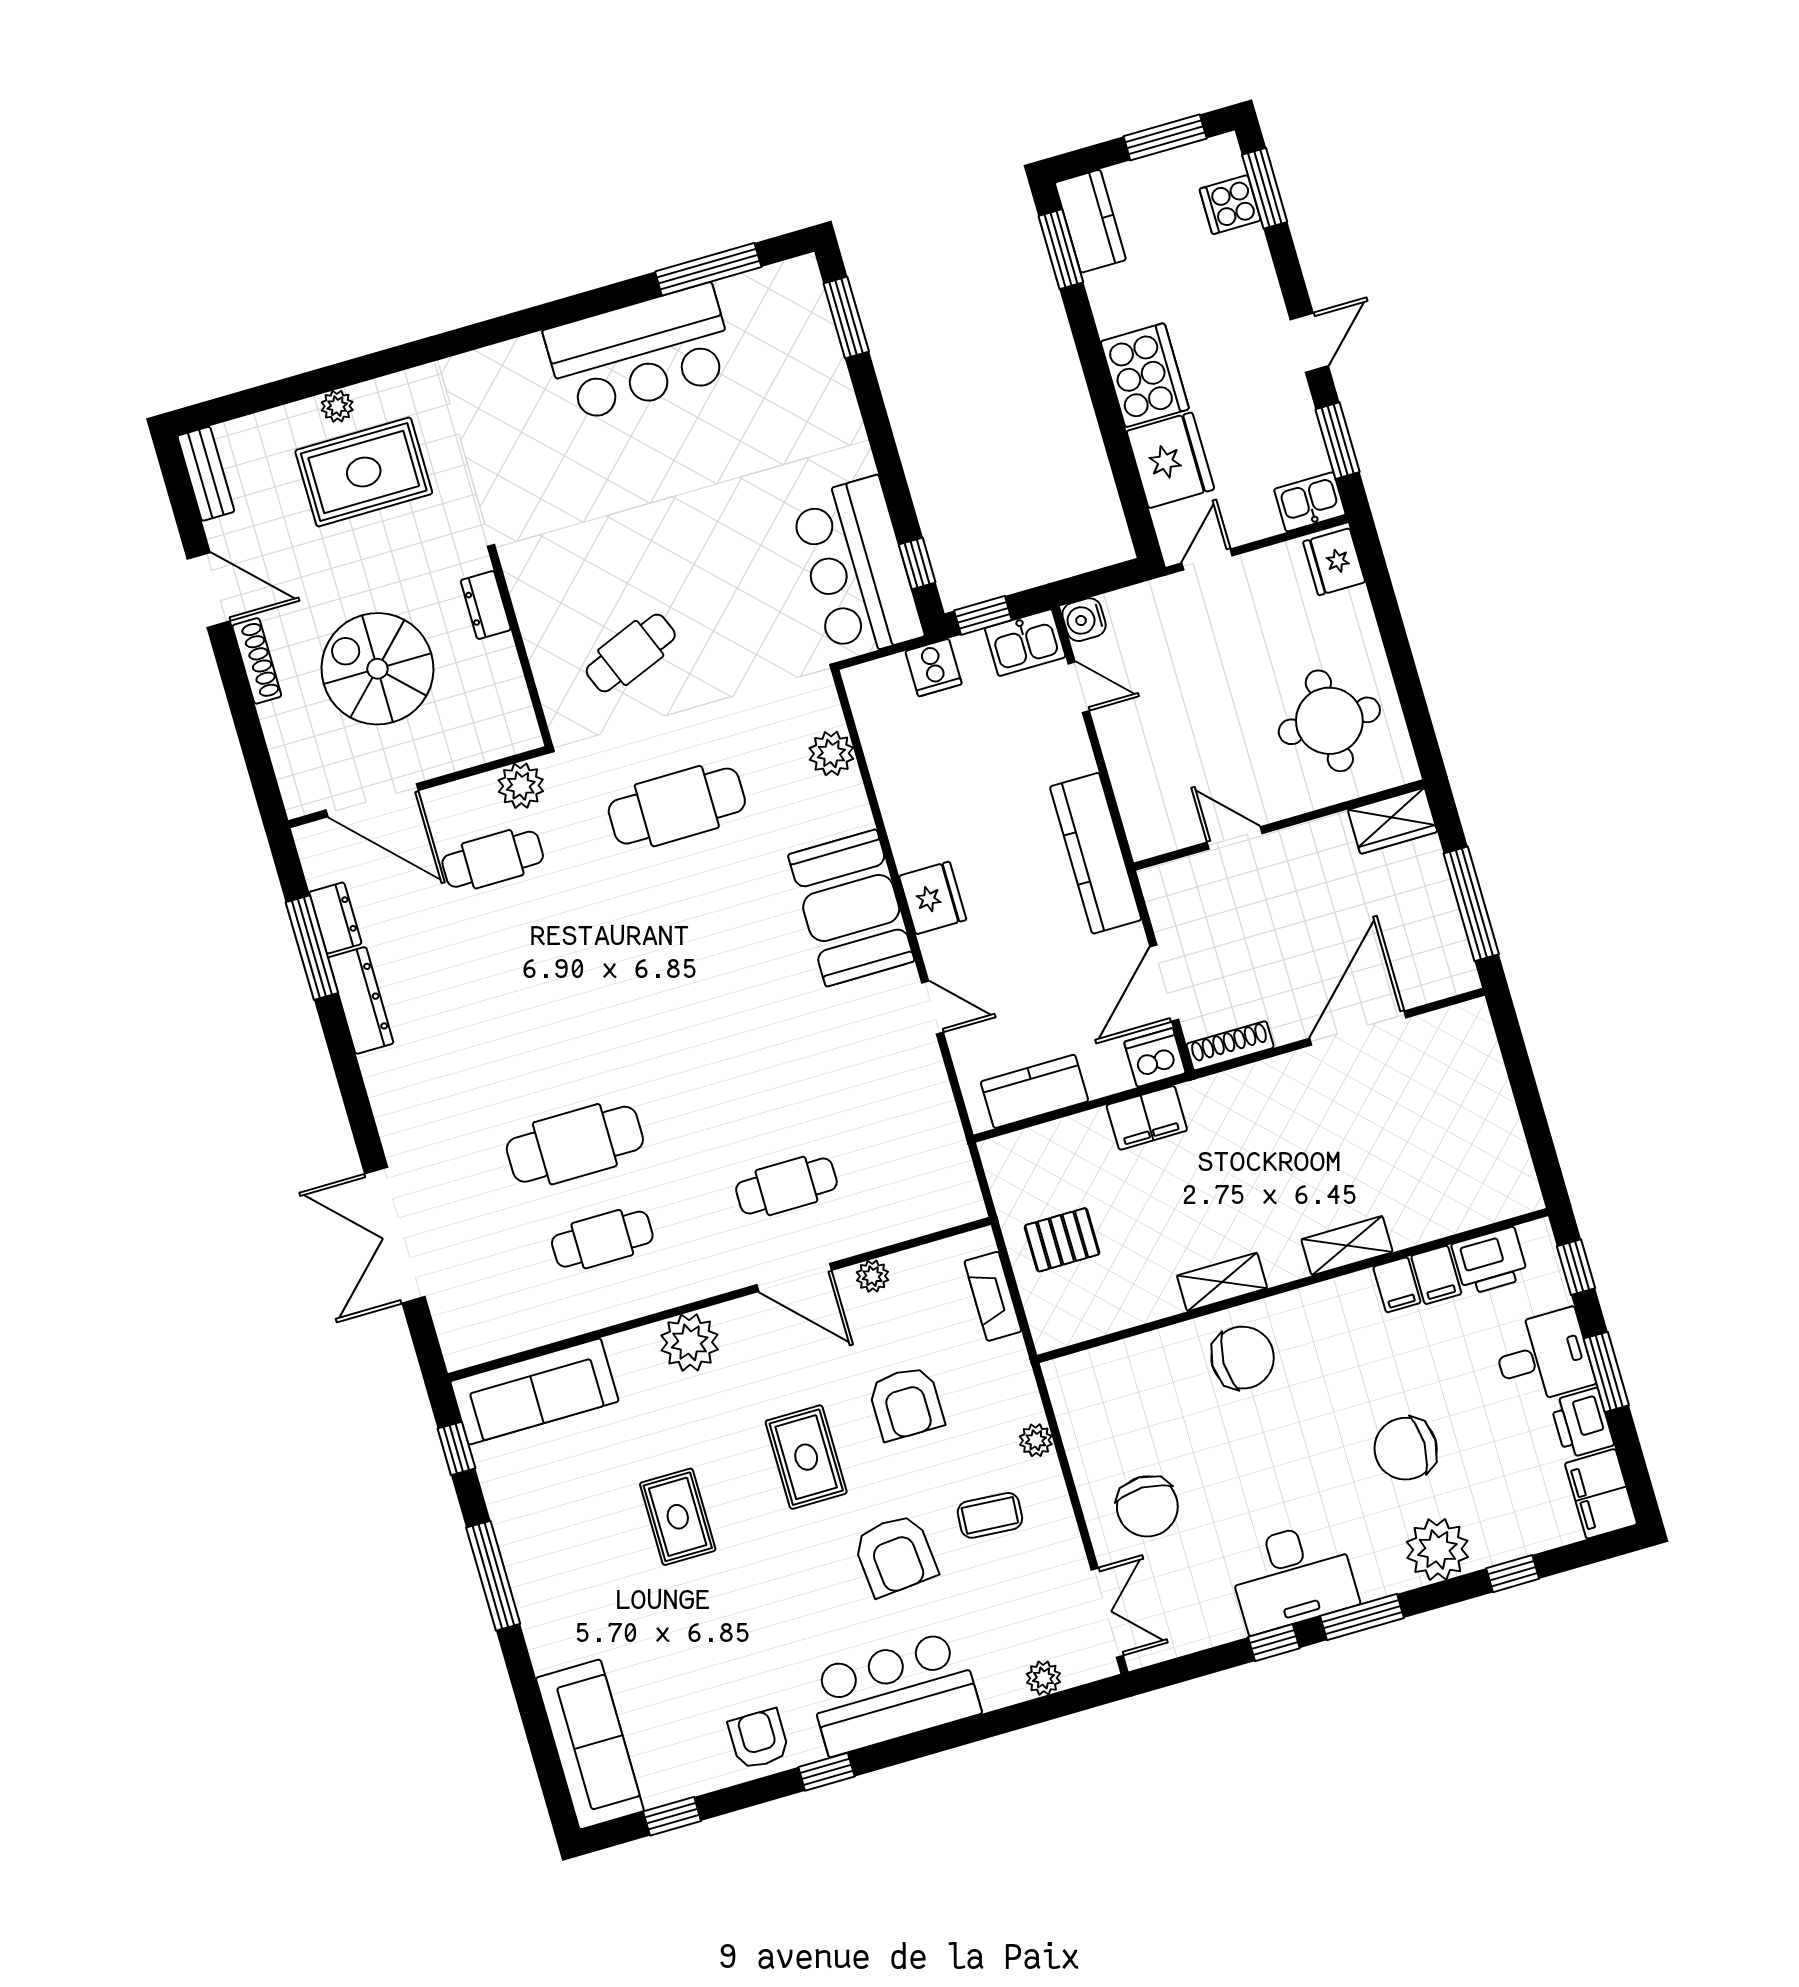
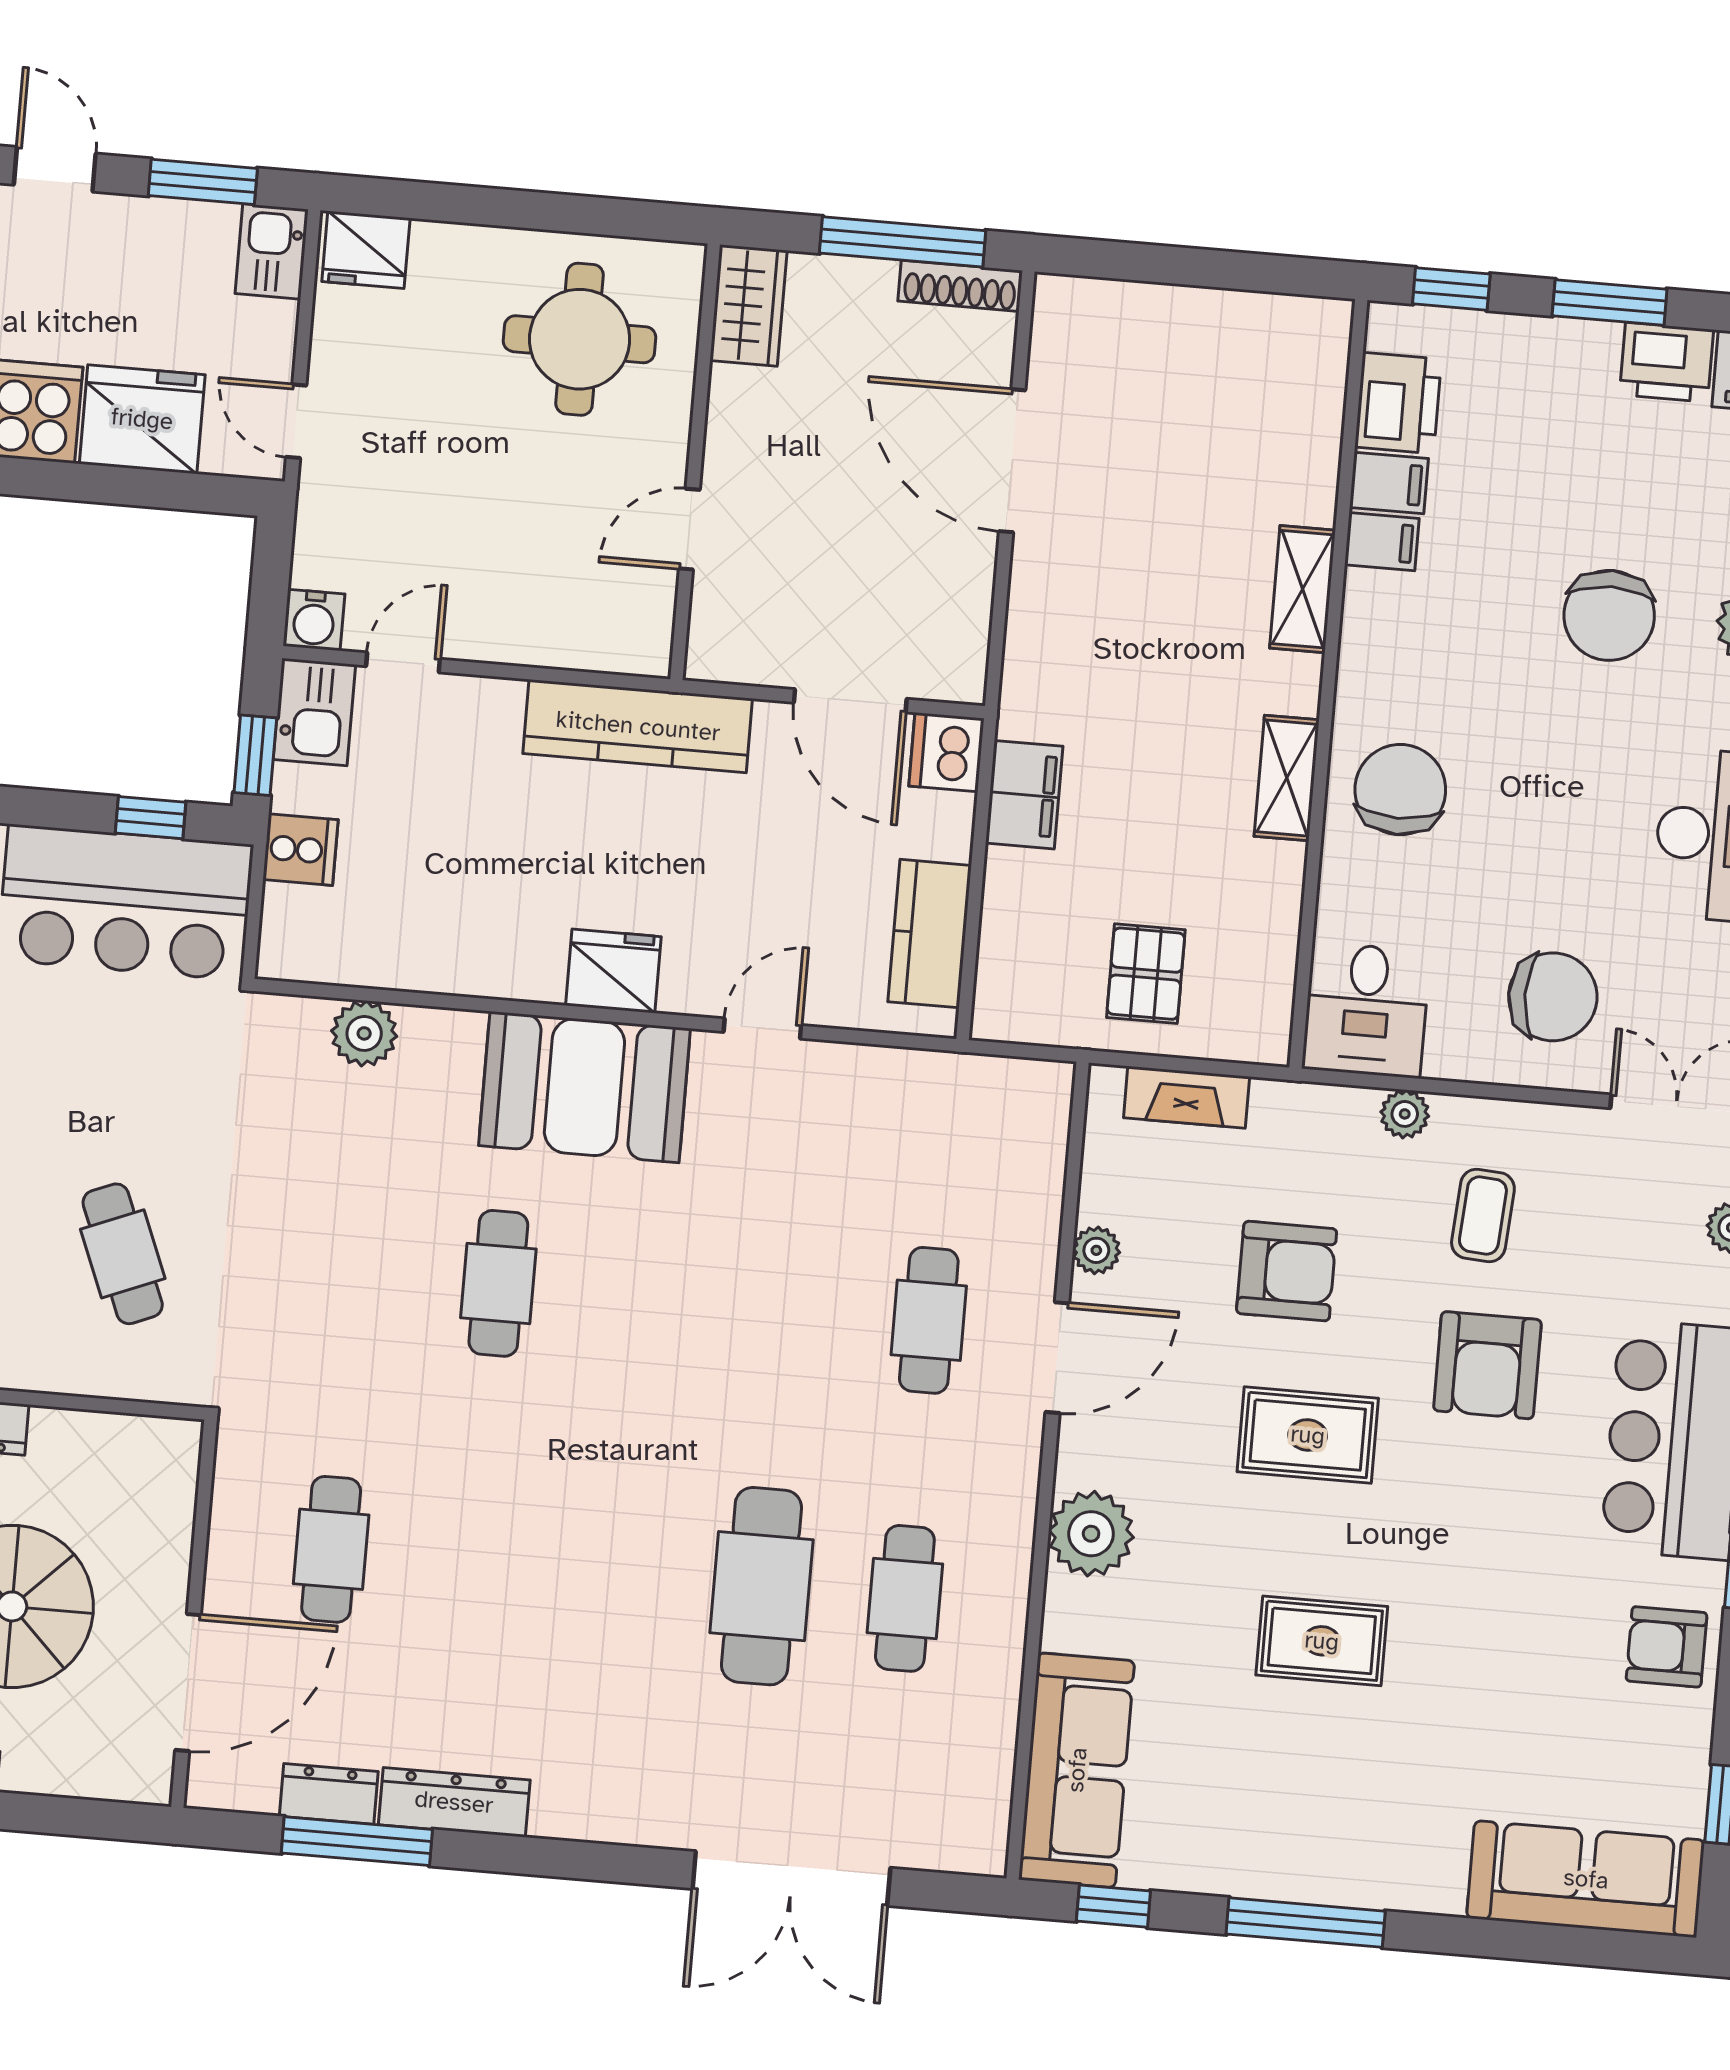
plant: (521, 786) -> (246, 1473), removed
cafe table: (677, 806) -> (498, 1283), moved, width x0.73, depth x0.74
shoe rack: (1230, 1046) -> (960, 286), moved, turned -90
desk: (1543, 1357) -> (1366, 1010), moved, turned 180
armchair: (895, 1555) -> (1487, 1365), turned 95

